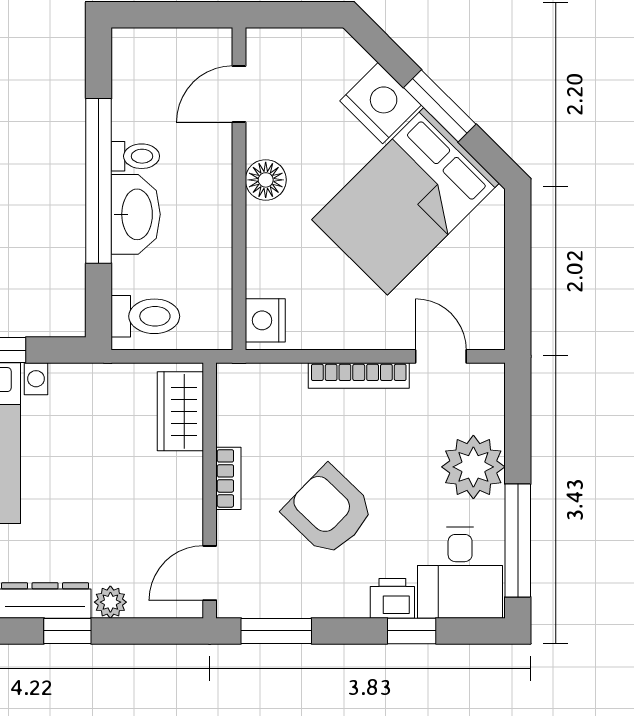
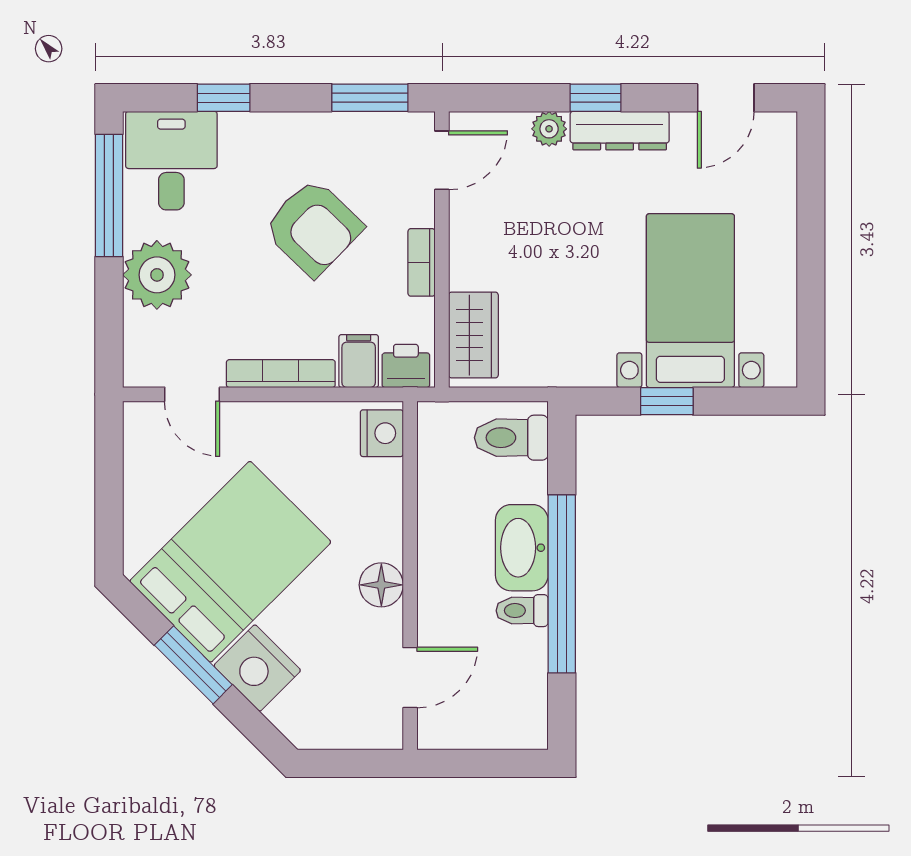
filing cabinet: (287, 387) -> (359, 361), added
printer: (392, 598) -> (406, 366), moved, turned 180

